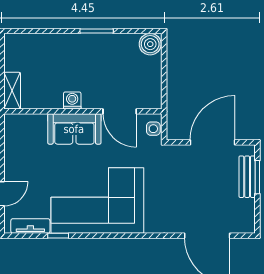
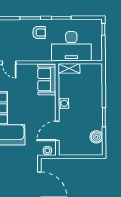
boiler: (150, 44) -> (96, 137), moved
sofa: (74, 129) -> (47, 80), moved

